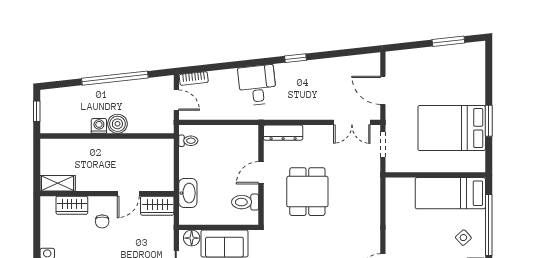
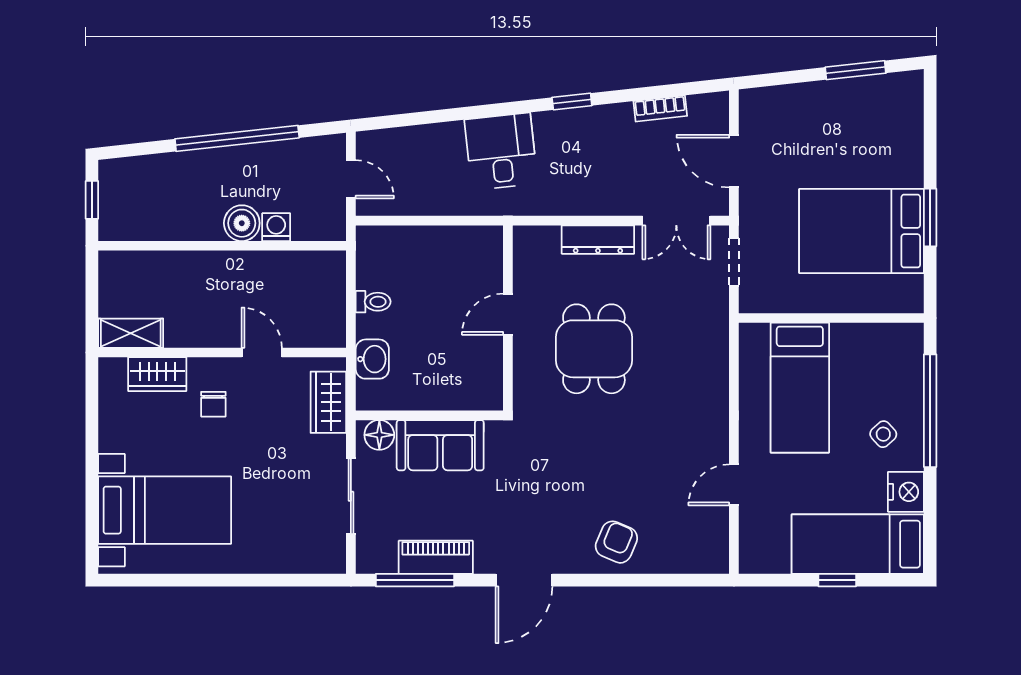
bookcase: (194, 78) -> (660, 108), moved
washing machine: (99, 126) -> (276, 227), moved
dresser: (283, 133) -> (598, 240), moved
toilet: (188, 141) -> (373, 302), moved
washbasin: (188, 193) -> (372, 359), width x0.72
bed: (450, 193) -> (800, 388), moved, turned -90
door: (128, 194) -> (262, 353), swing flipped
toilet: (245, 202) -> (478, 368), removed
wardrobe: (157, 206) -> (328, 402), moved, turned 90

